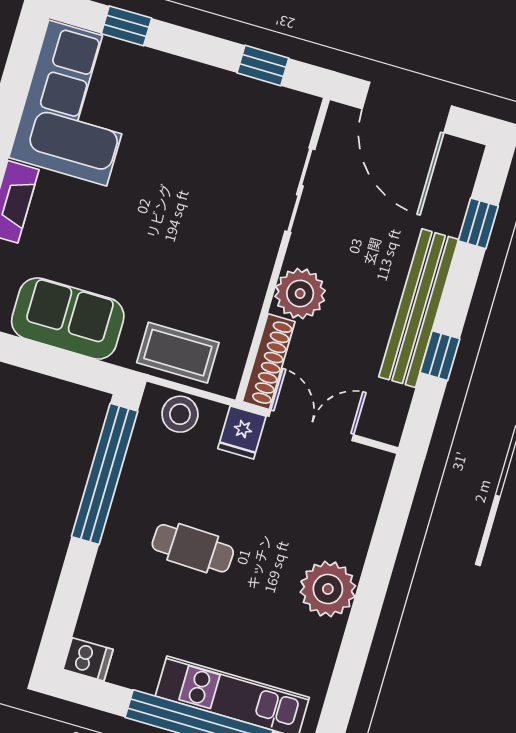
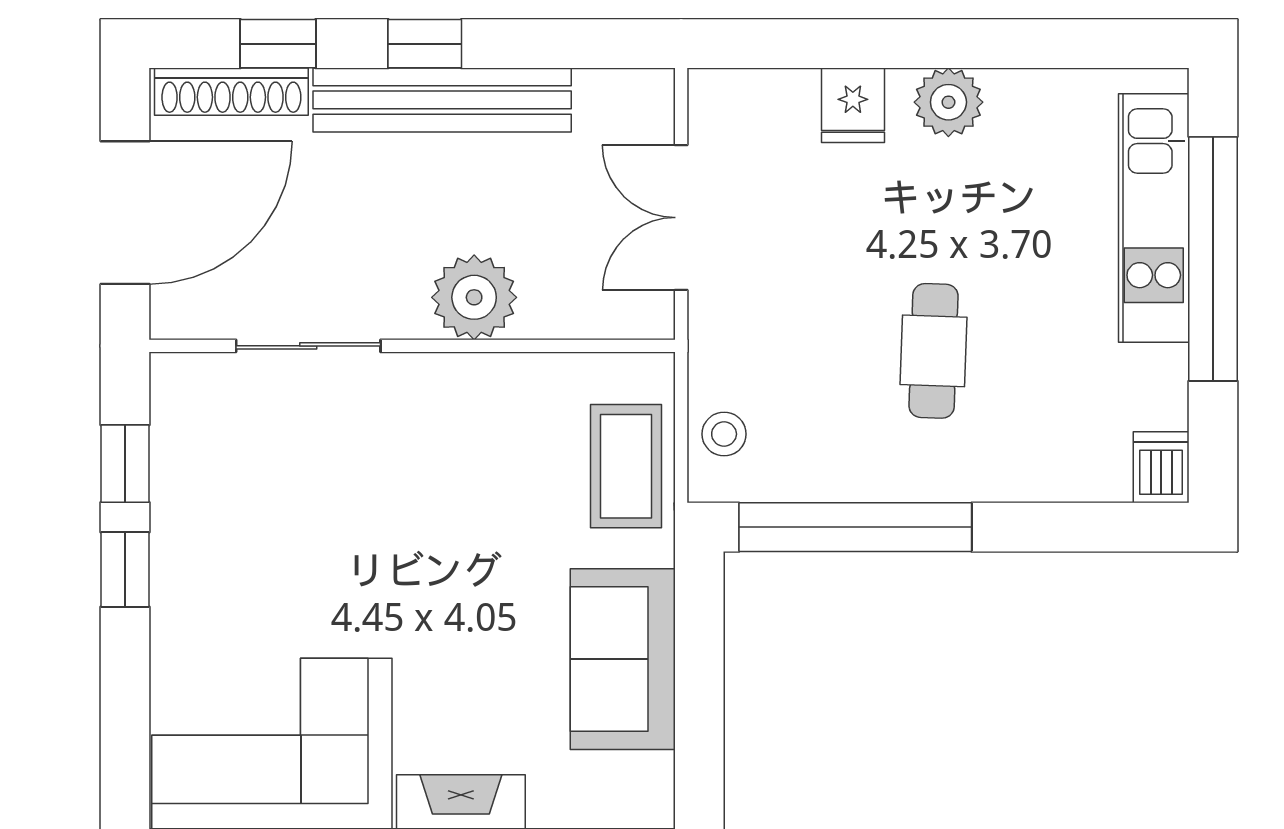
window: (126, 26) -> (125, 570), moved
window: (440, 356) -> (425, 44), moved
shoe rack: (269, 362) -> (231, 92), moved, turned 180
stool: (180, 414) -> (724, 434), width x0.73, depth x0.73
fridge: (242, 432) -> (853, 105), moved, turned 90
plant: (328, 589) -> (948, 102), width x0.73, depth x0.73

